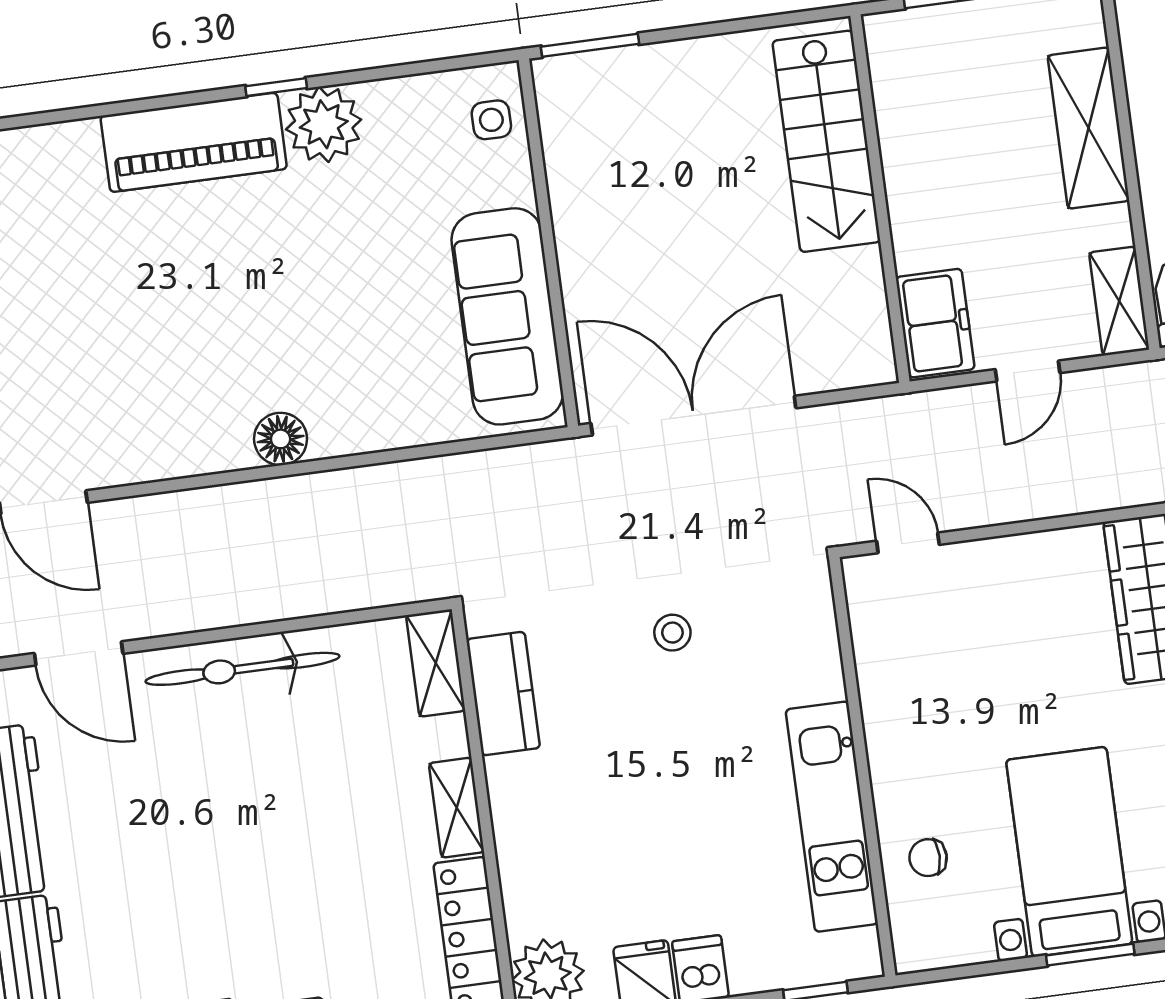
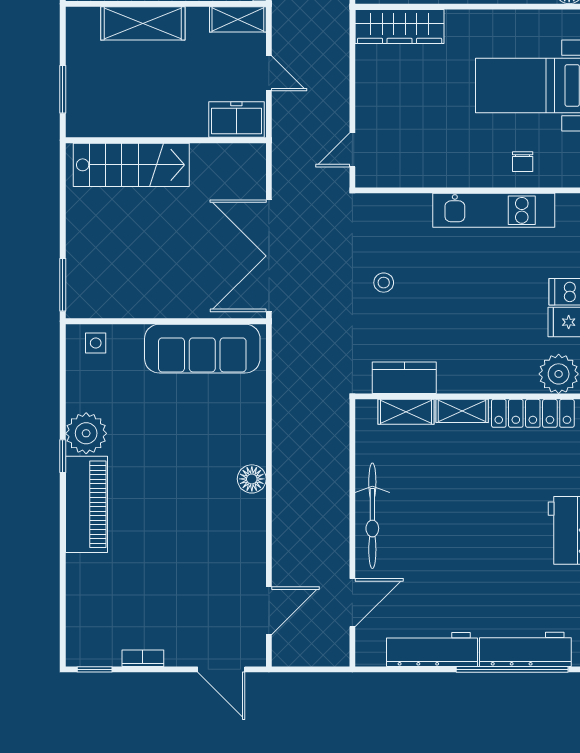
shelving: (436, 663) -> (406, 412), moved

